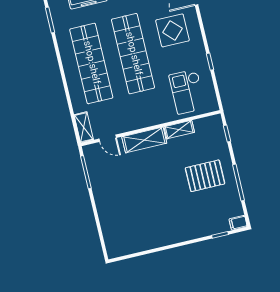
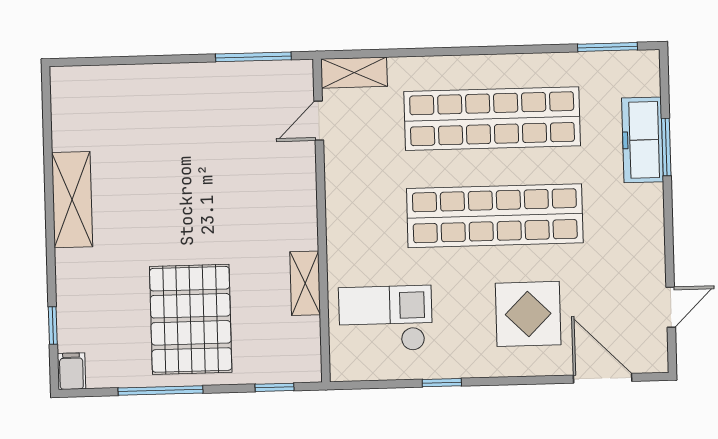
shelving: (144, 140) -> (72, 200), moved
pallet: (205, 176) -> (191, 319), width x1.37, depth x1.41

